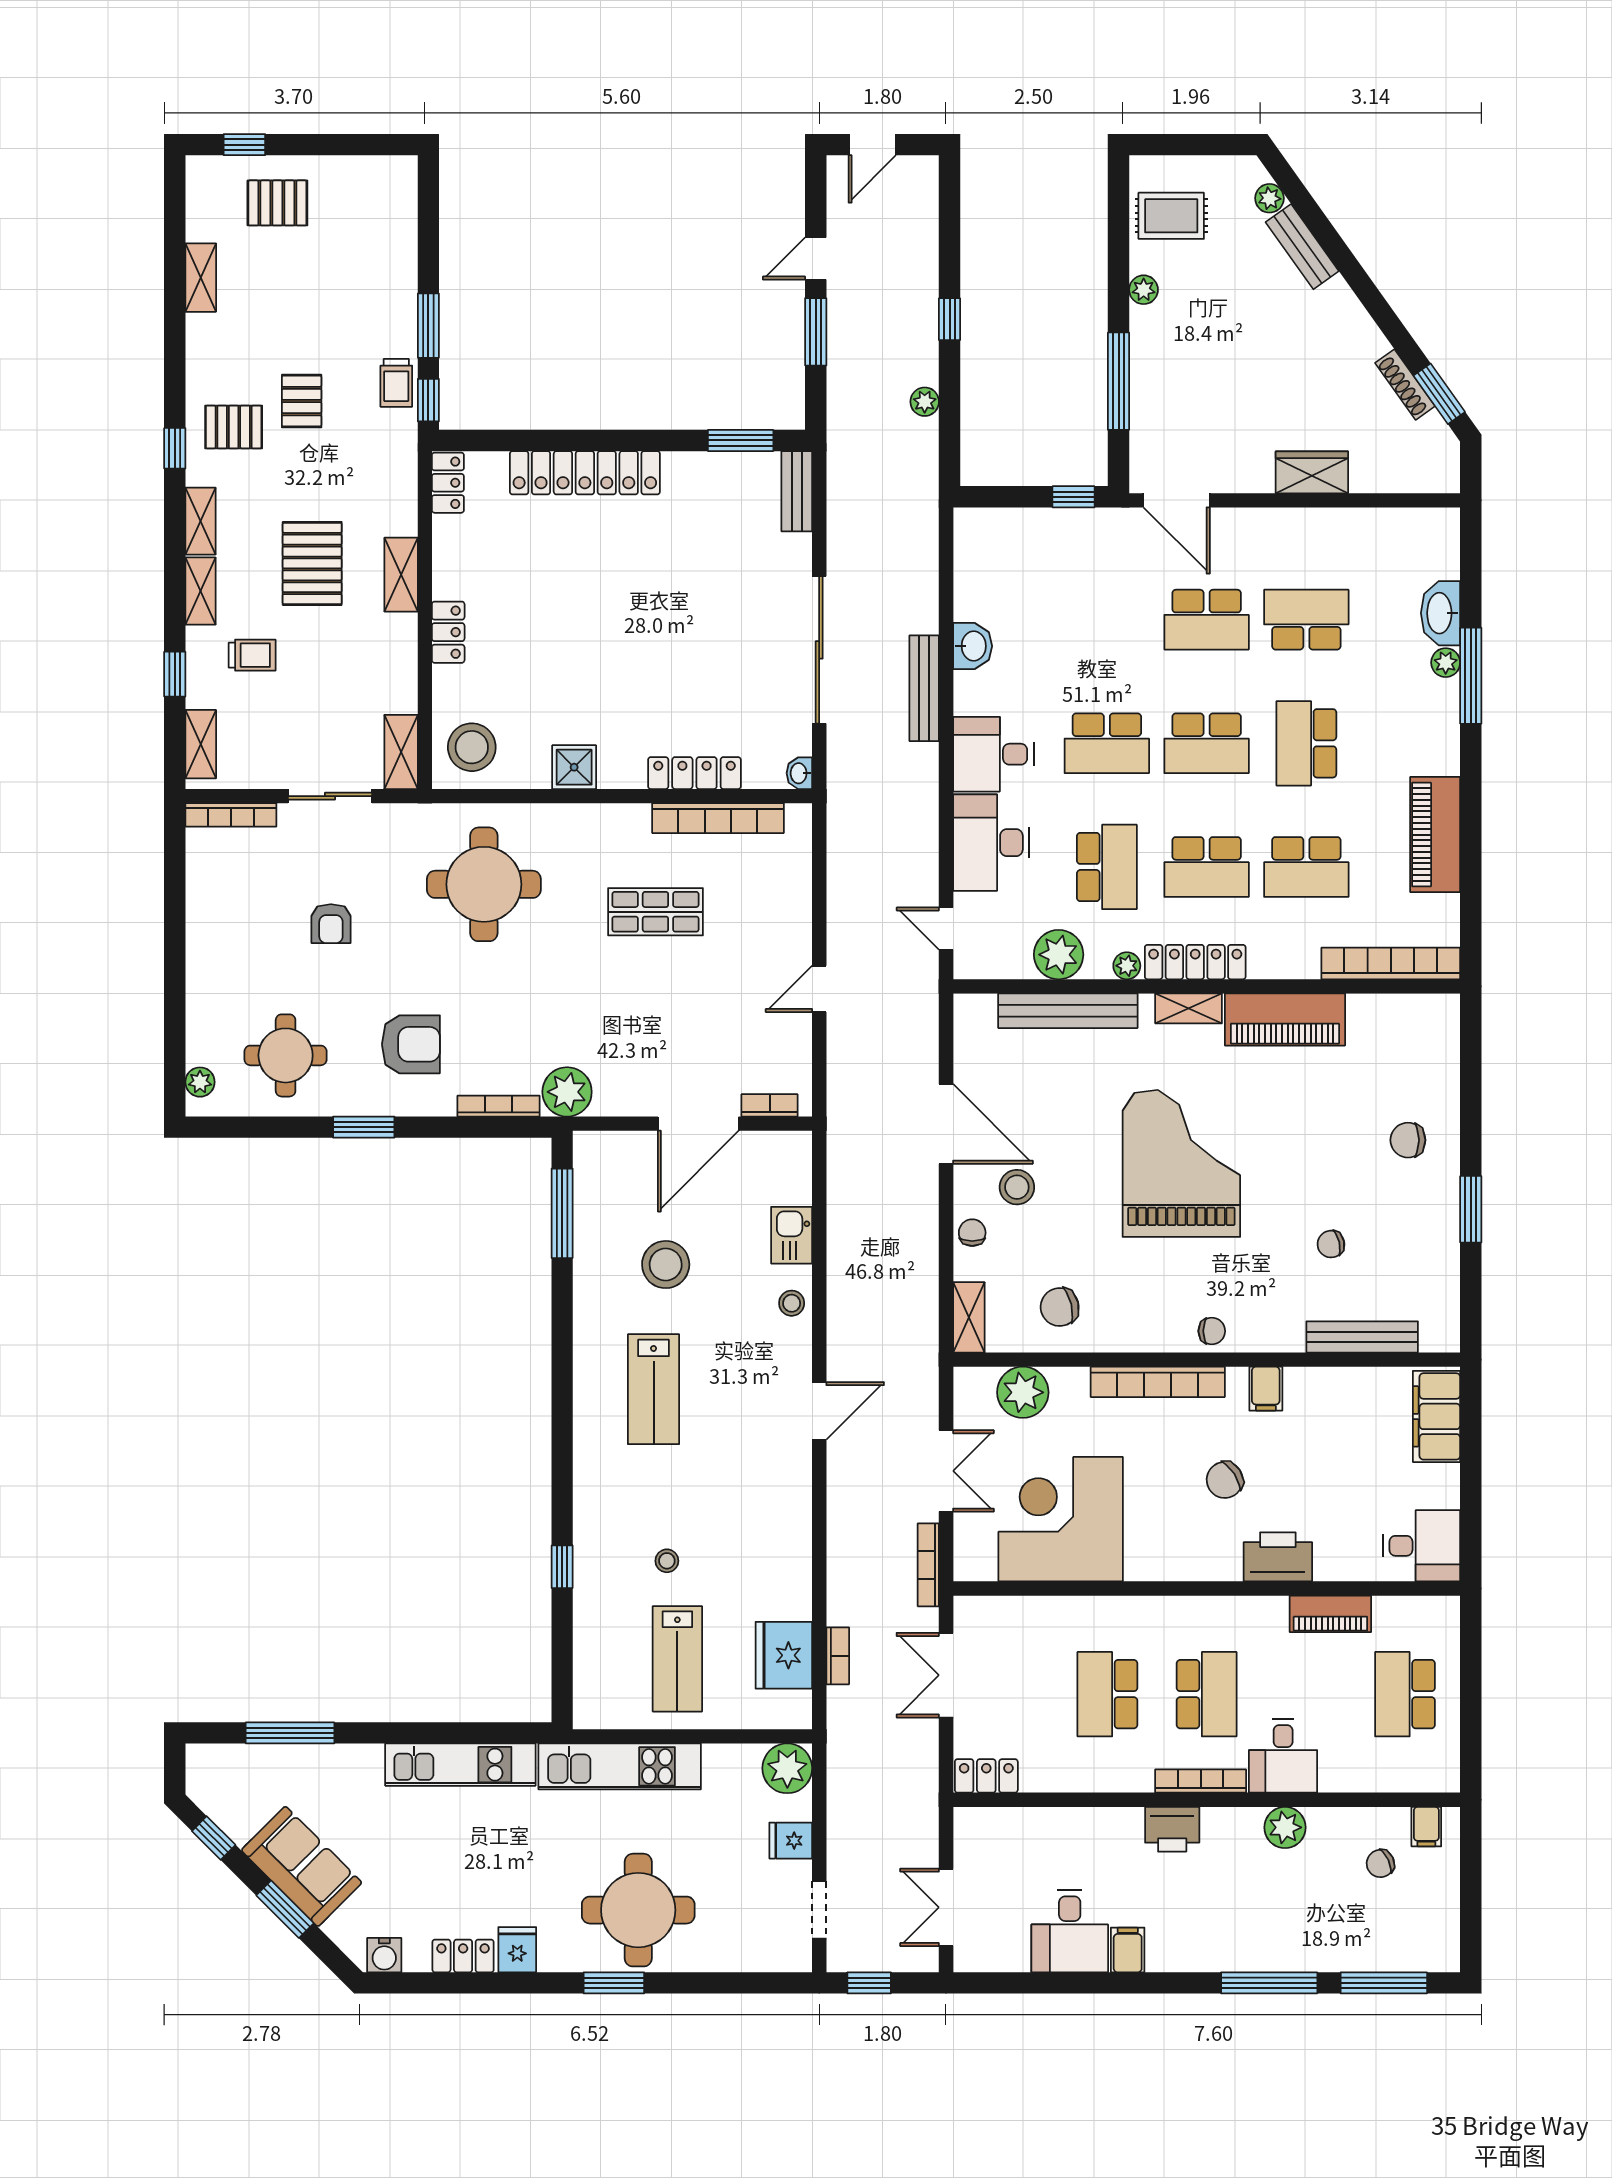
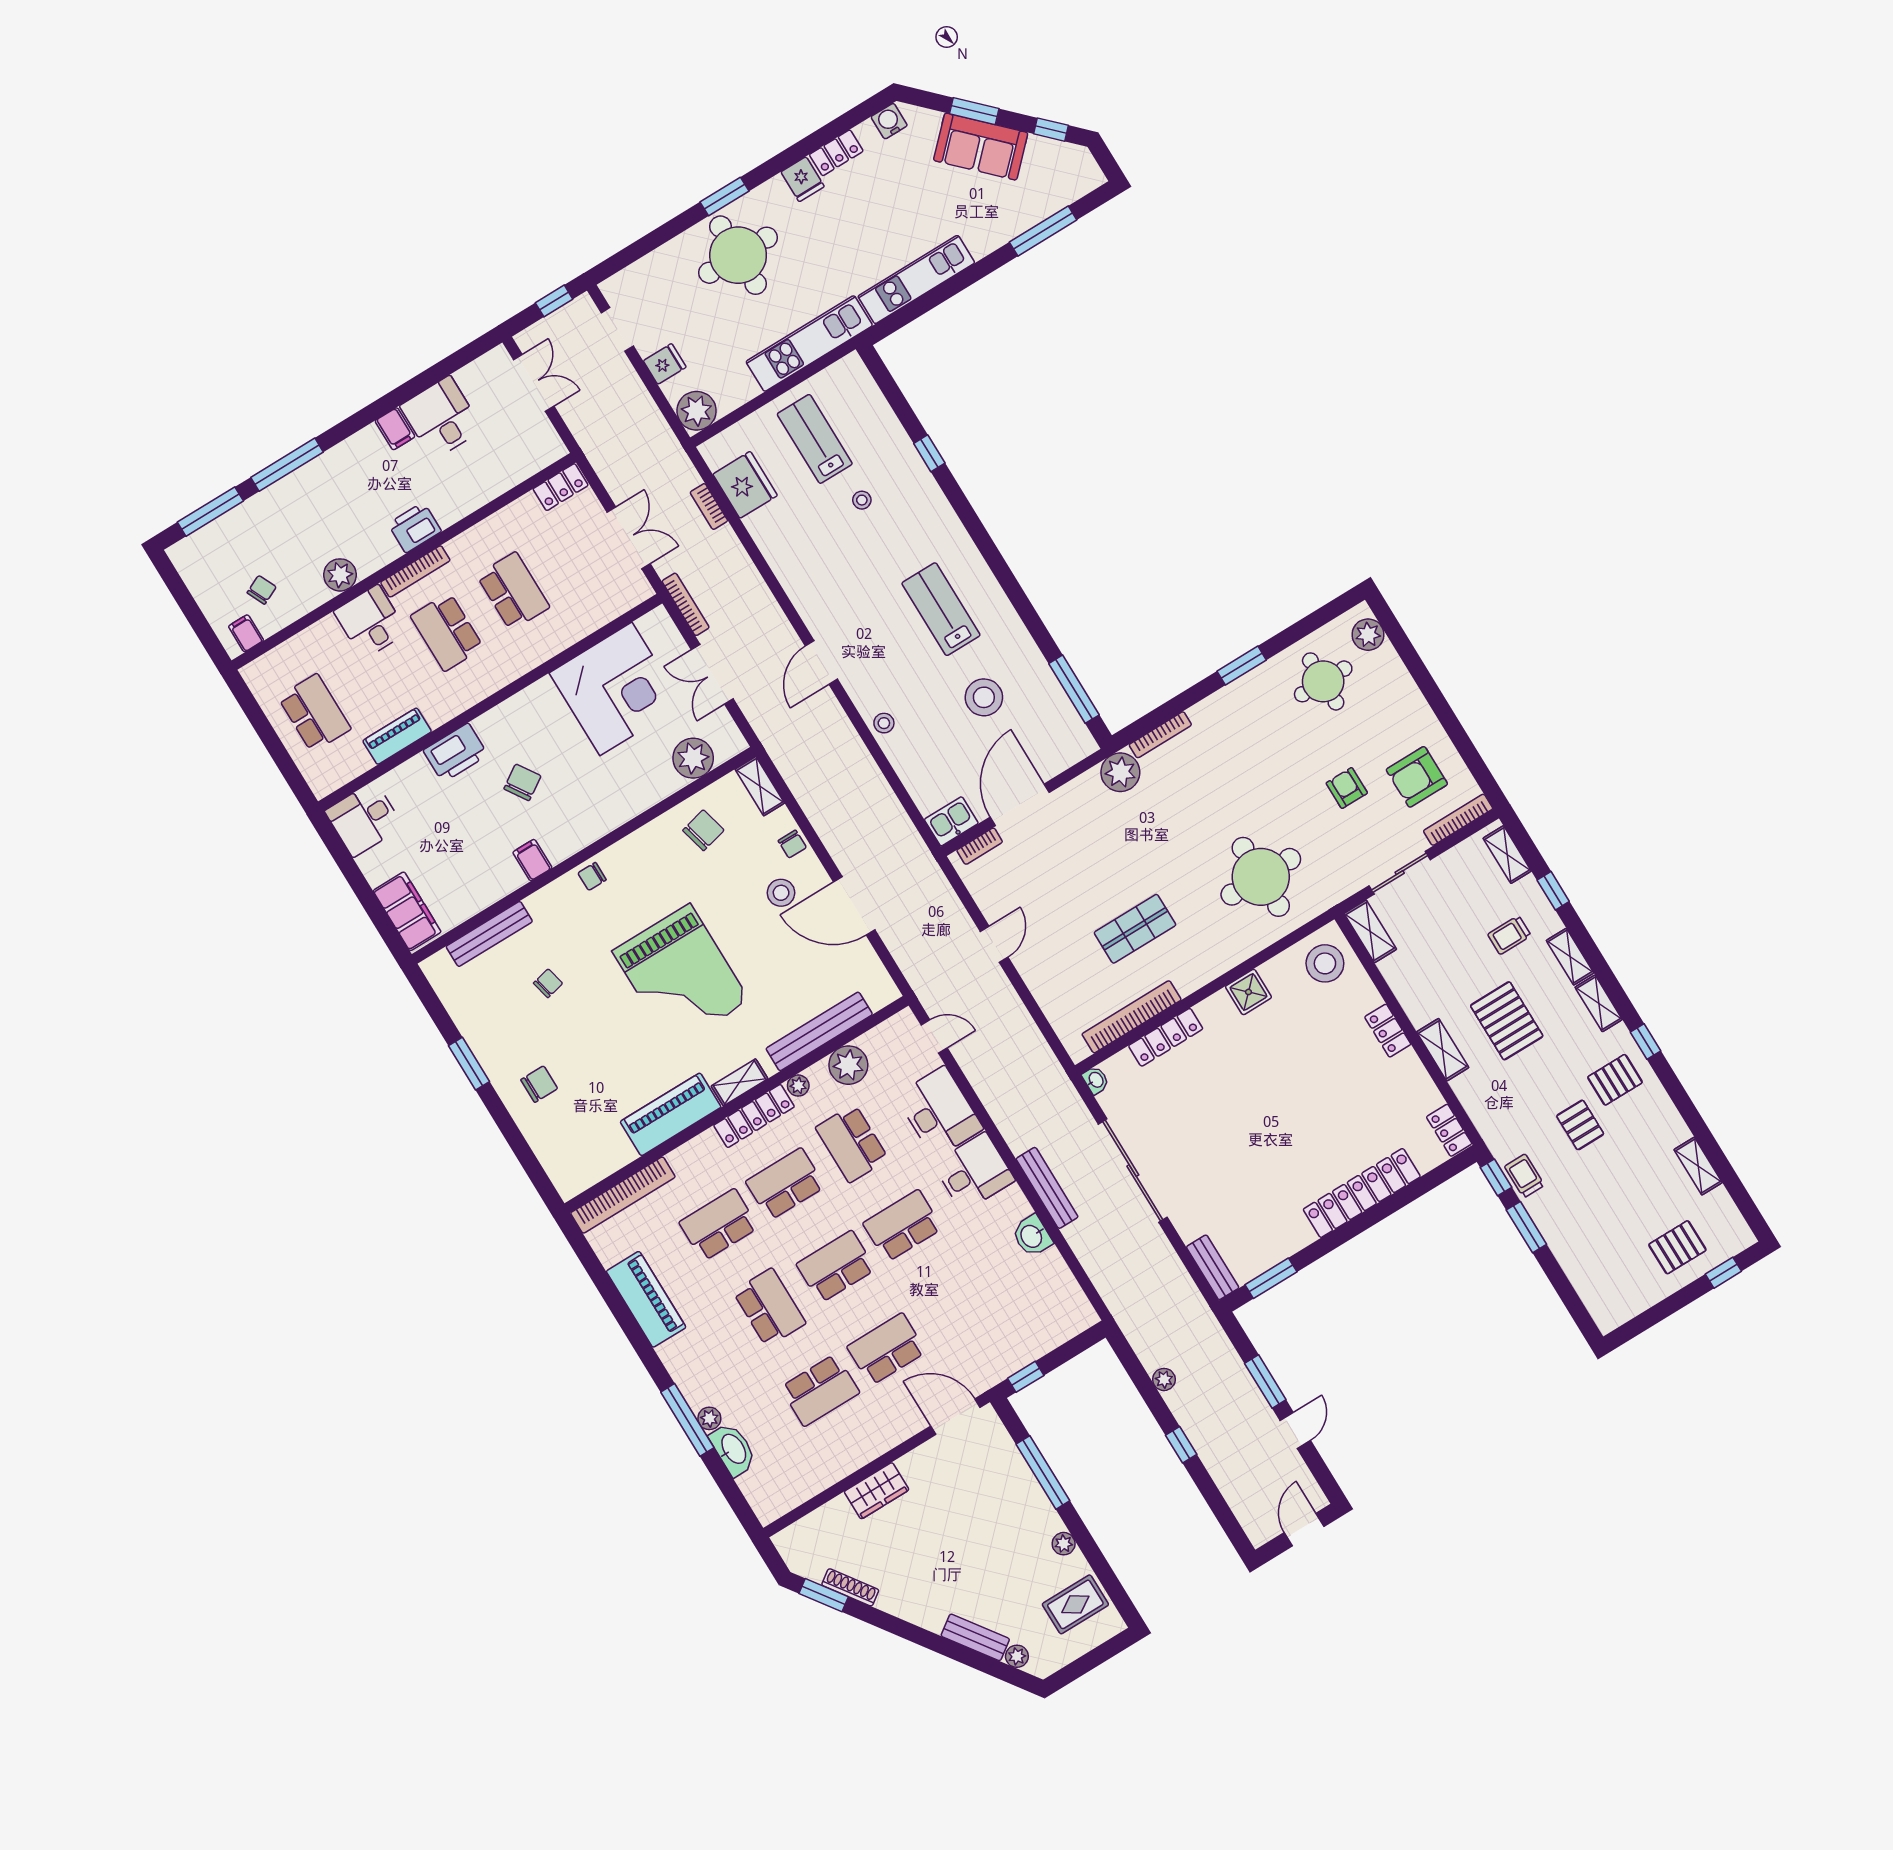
armchair: (411, 1044) -> (1417, 777), moved
plant: (200, 1082) -> (1368, 635), width x1.38, depth x1.38
kitchen sink: (792, 1235) -> (951, 821), moved, turned -90
bookcase: (1158, 1382) -> (607, 820), removed

